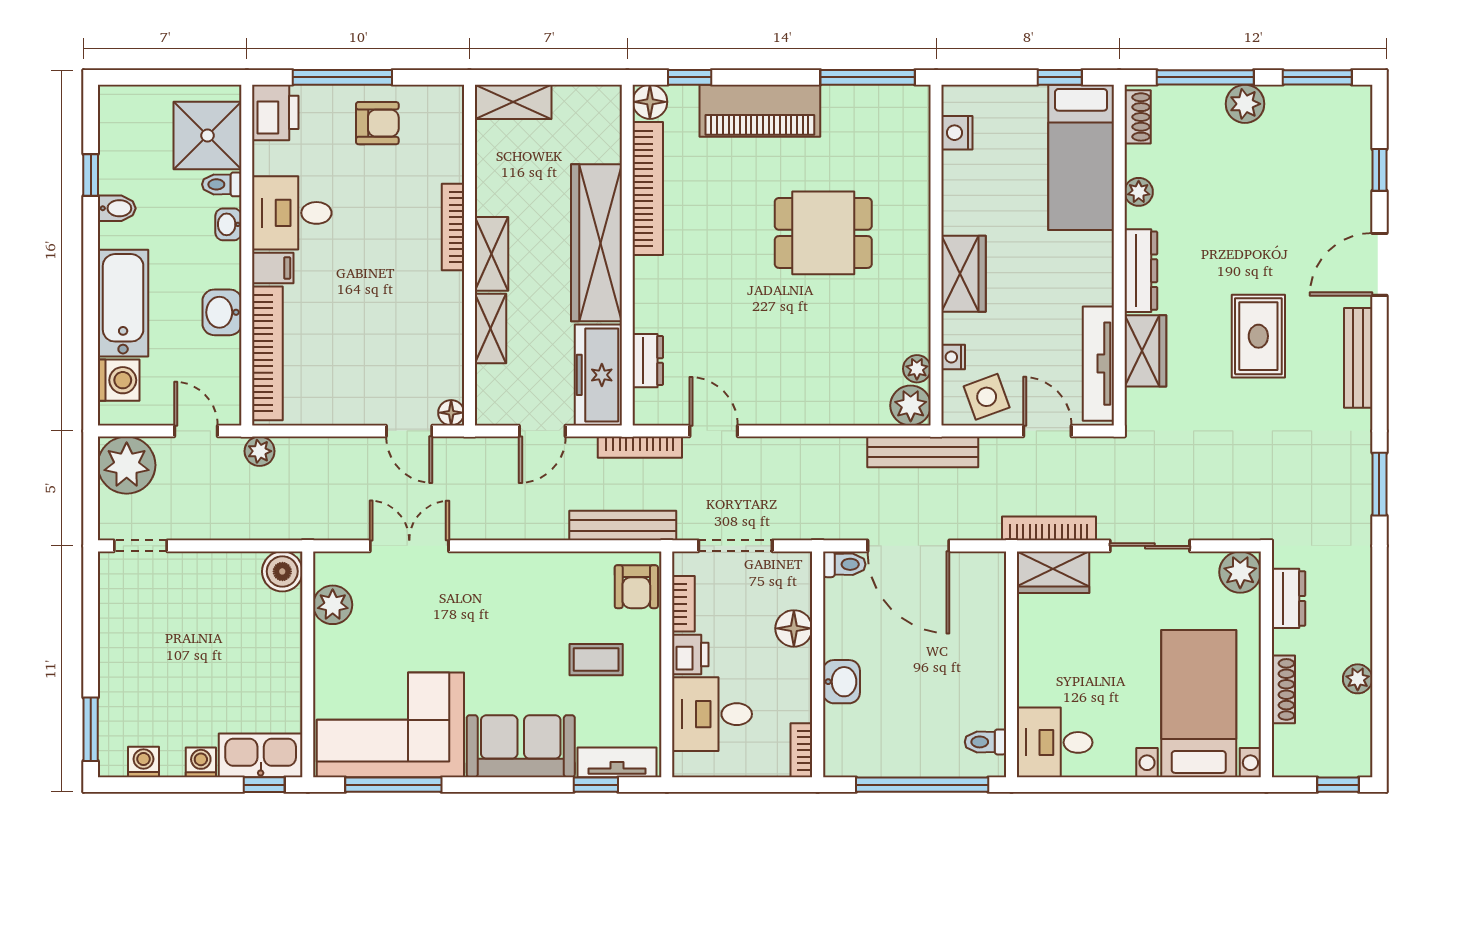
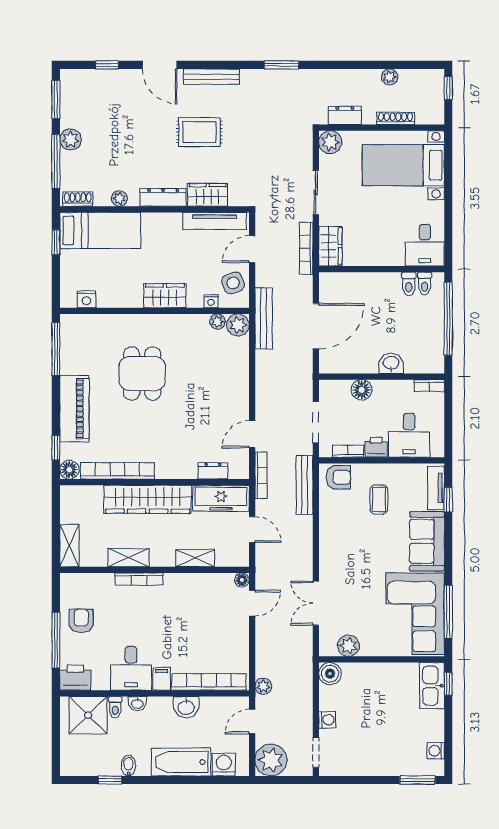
shelving: (491, 254) -> (129, 558), moved
toilet: (844, 564) -> (409, 284), moved, turned 180
washing machine: (201, 762) -> (327, 720), moved, turned 180

